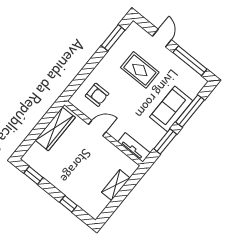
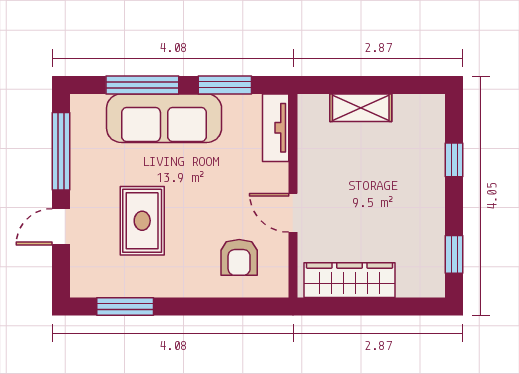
armchair: (97, 95) -> (239, 257), turned 180
sofa: (171, 109) -> (164, 118), width x1.36

